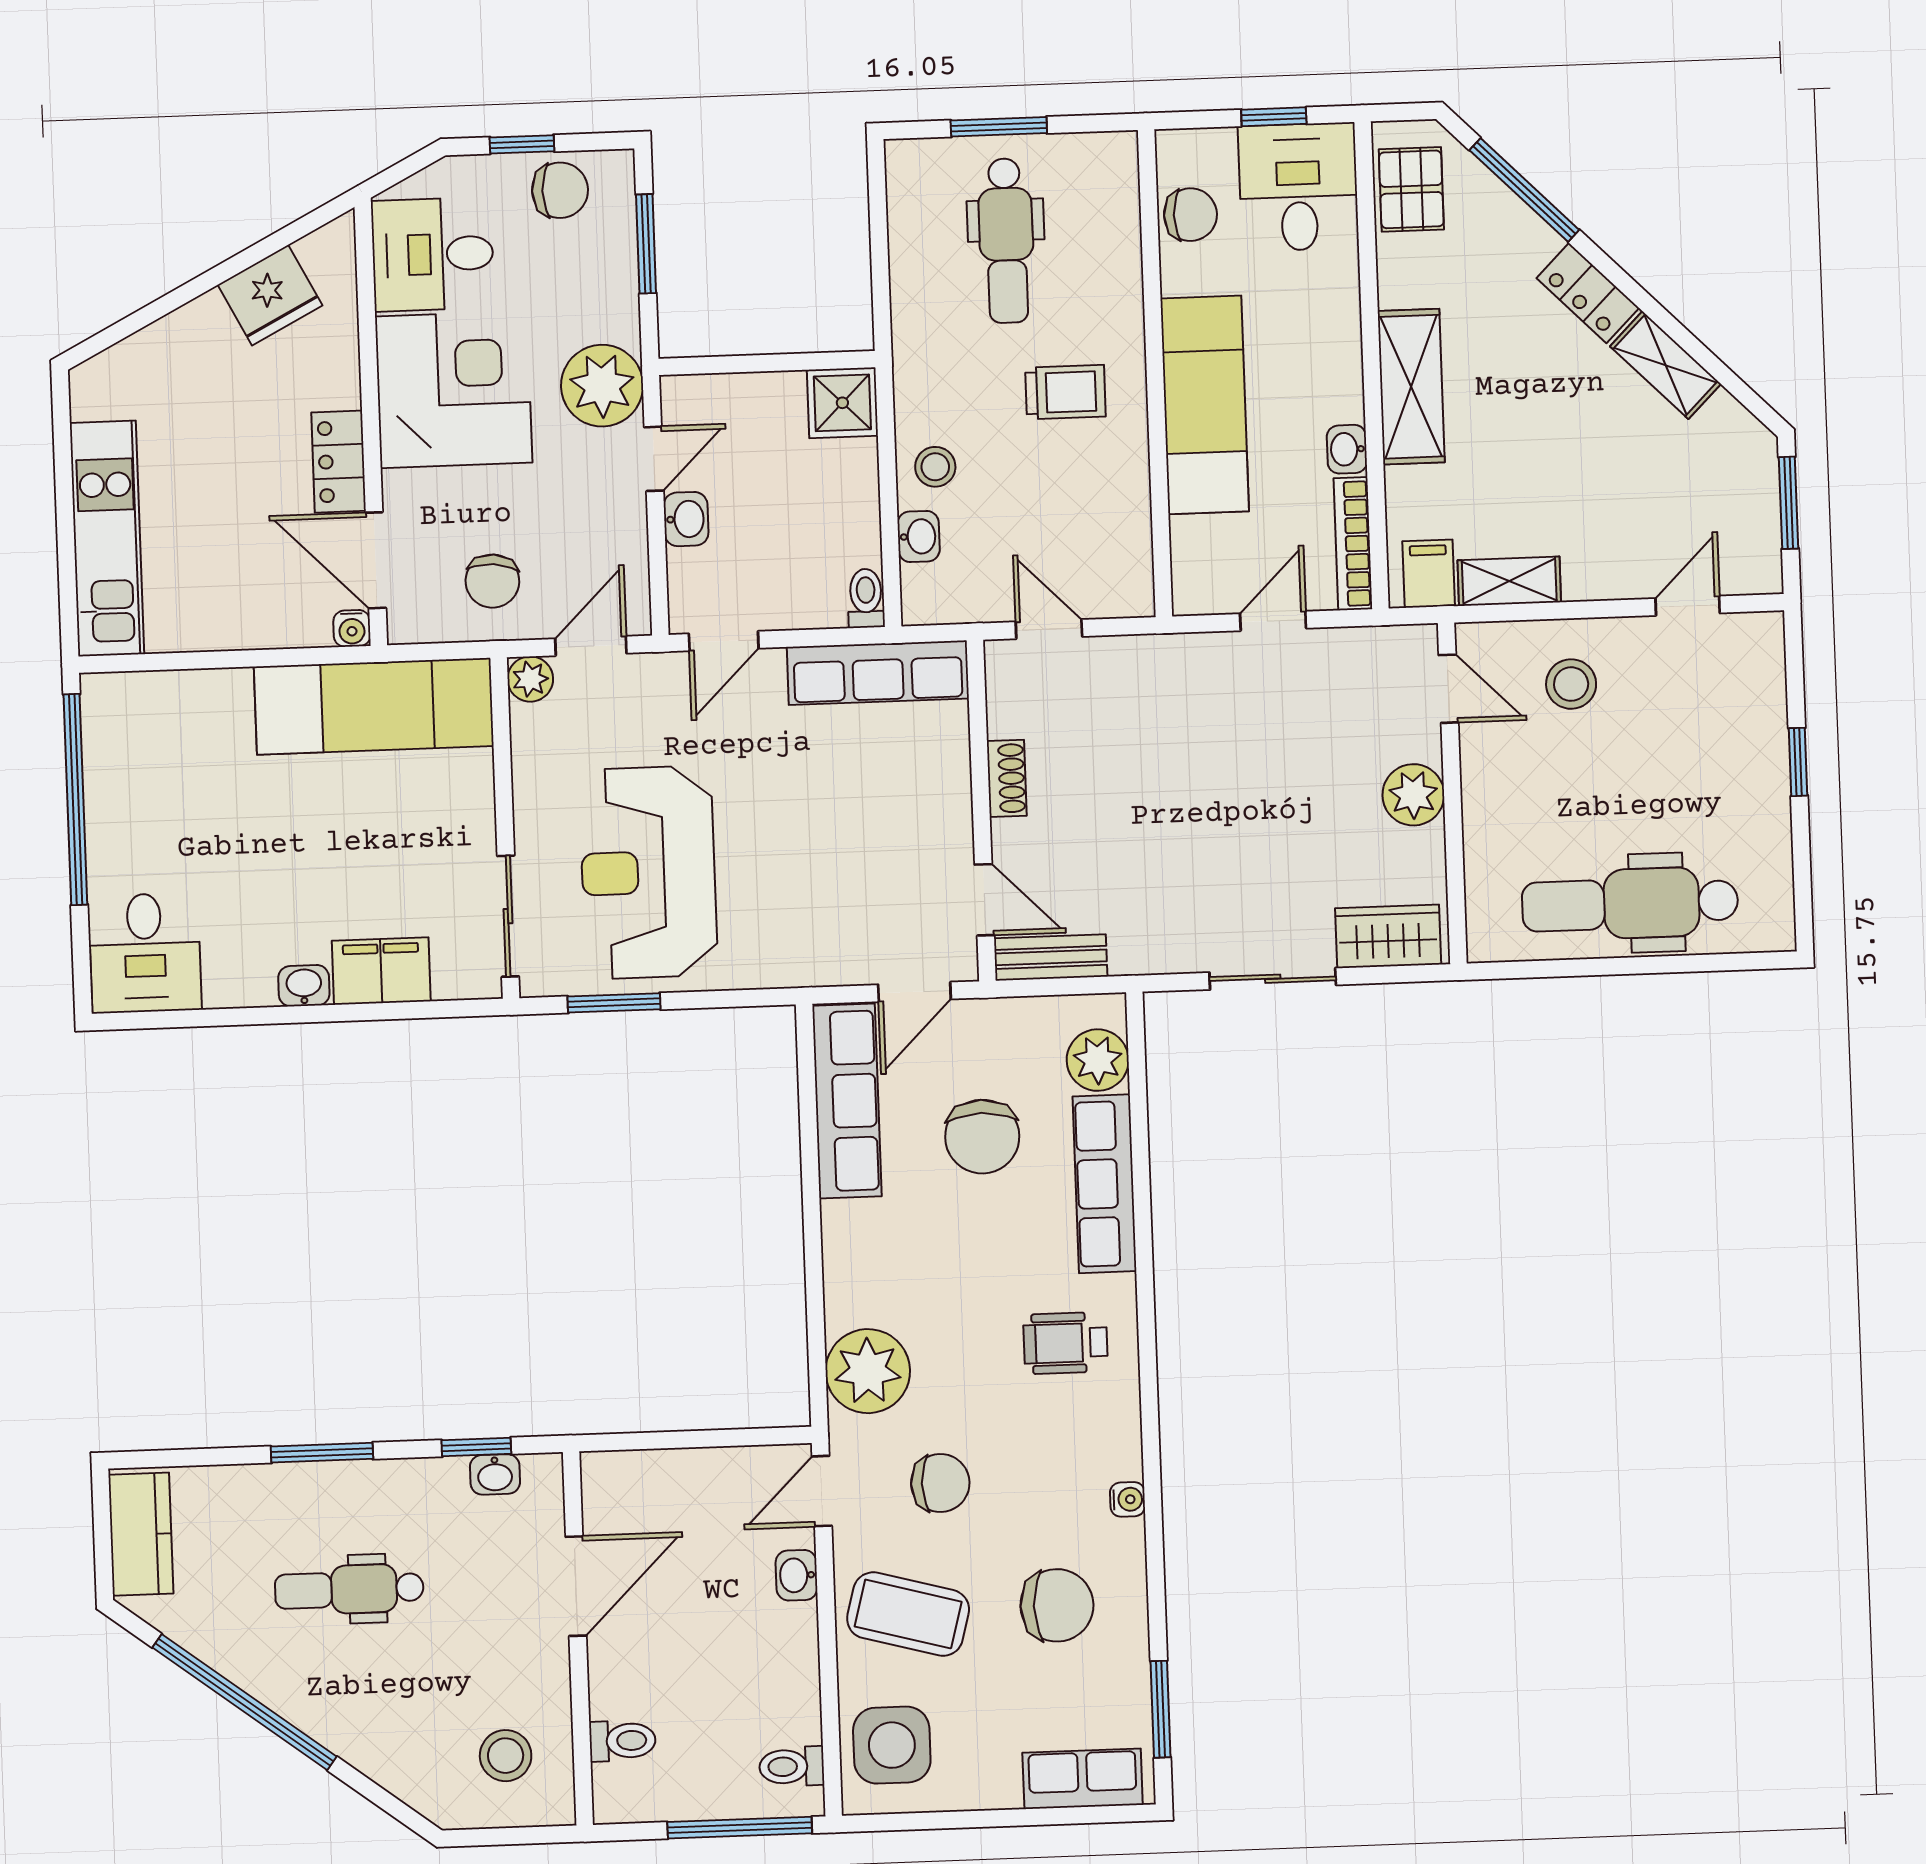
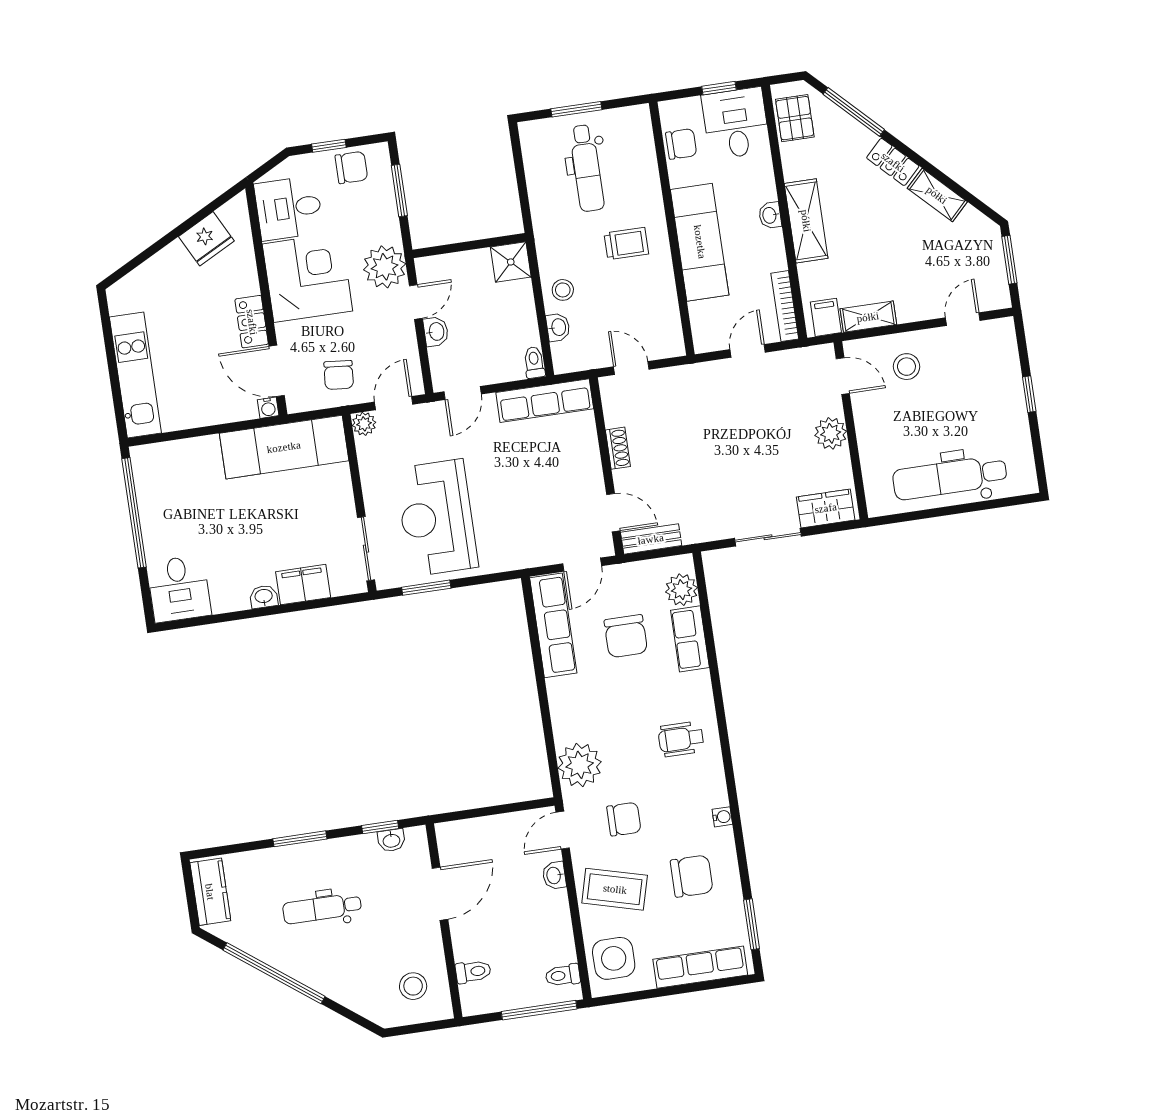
washbasin: (1347, 449) -> (770, 215), moved
row of seats: (1104, 1184) -> (690, 639), width x0.68
row of seats: (1083, 1779) -> (700, 967), width x1.48

